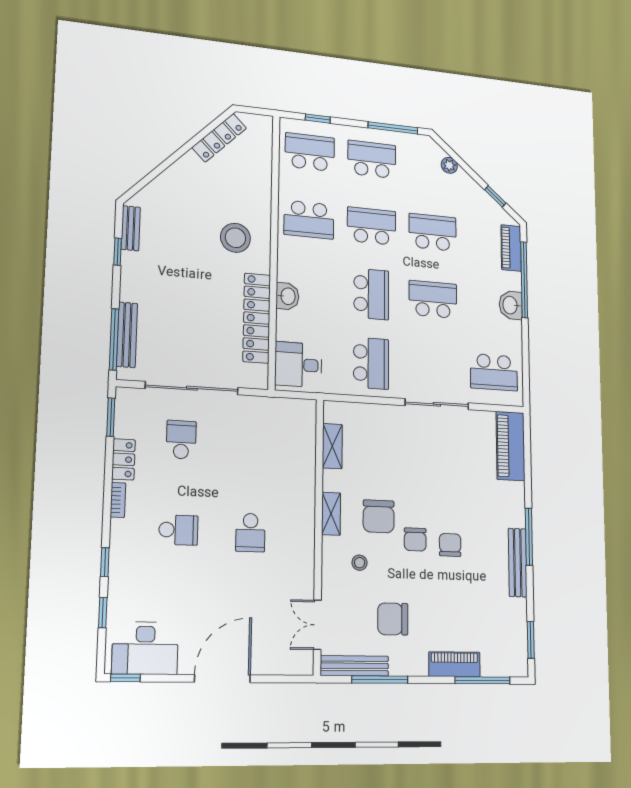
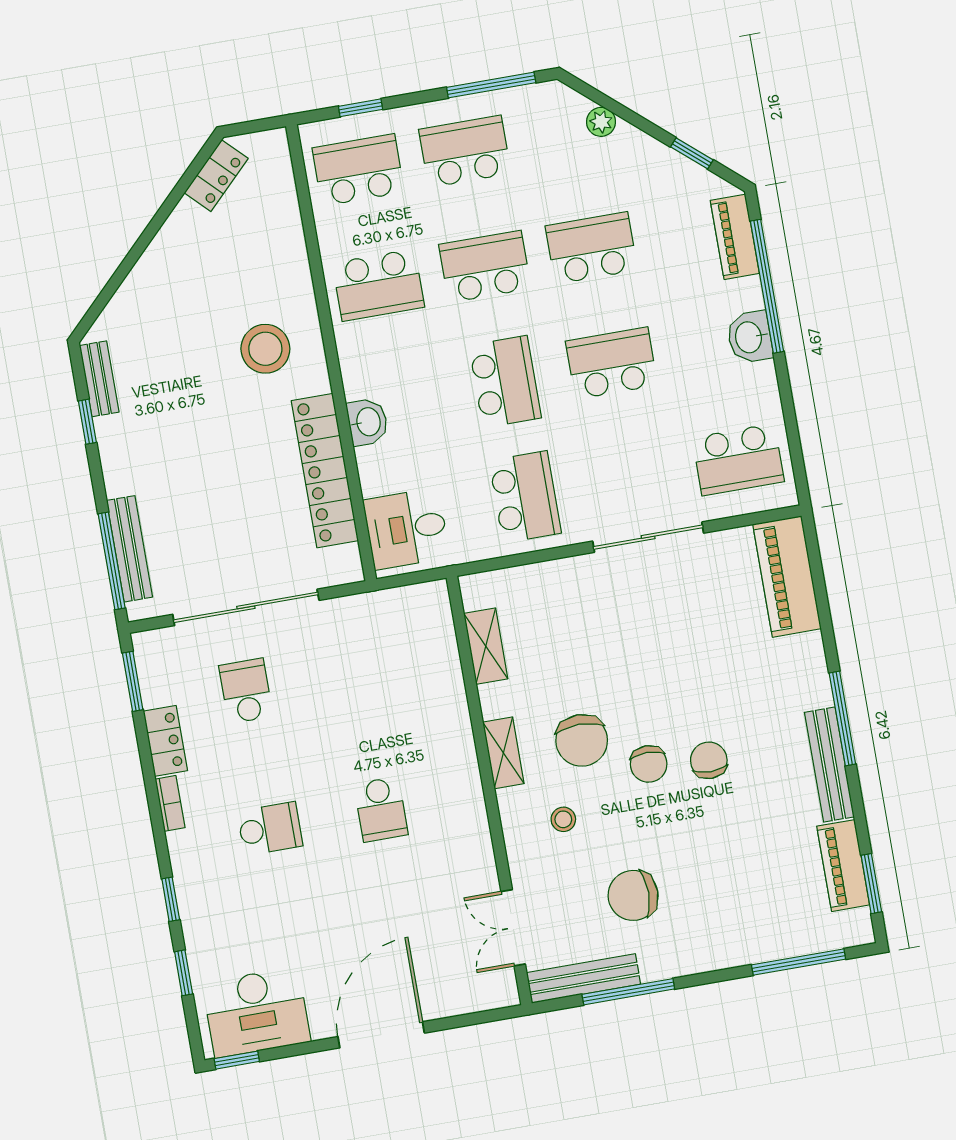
locker: (219, 138) -> (216, 176), width x0.66
piano: (454, 664) -> (843, 866), moved, turned -90

